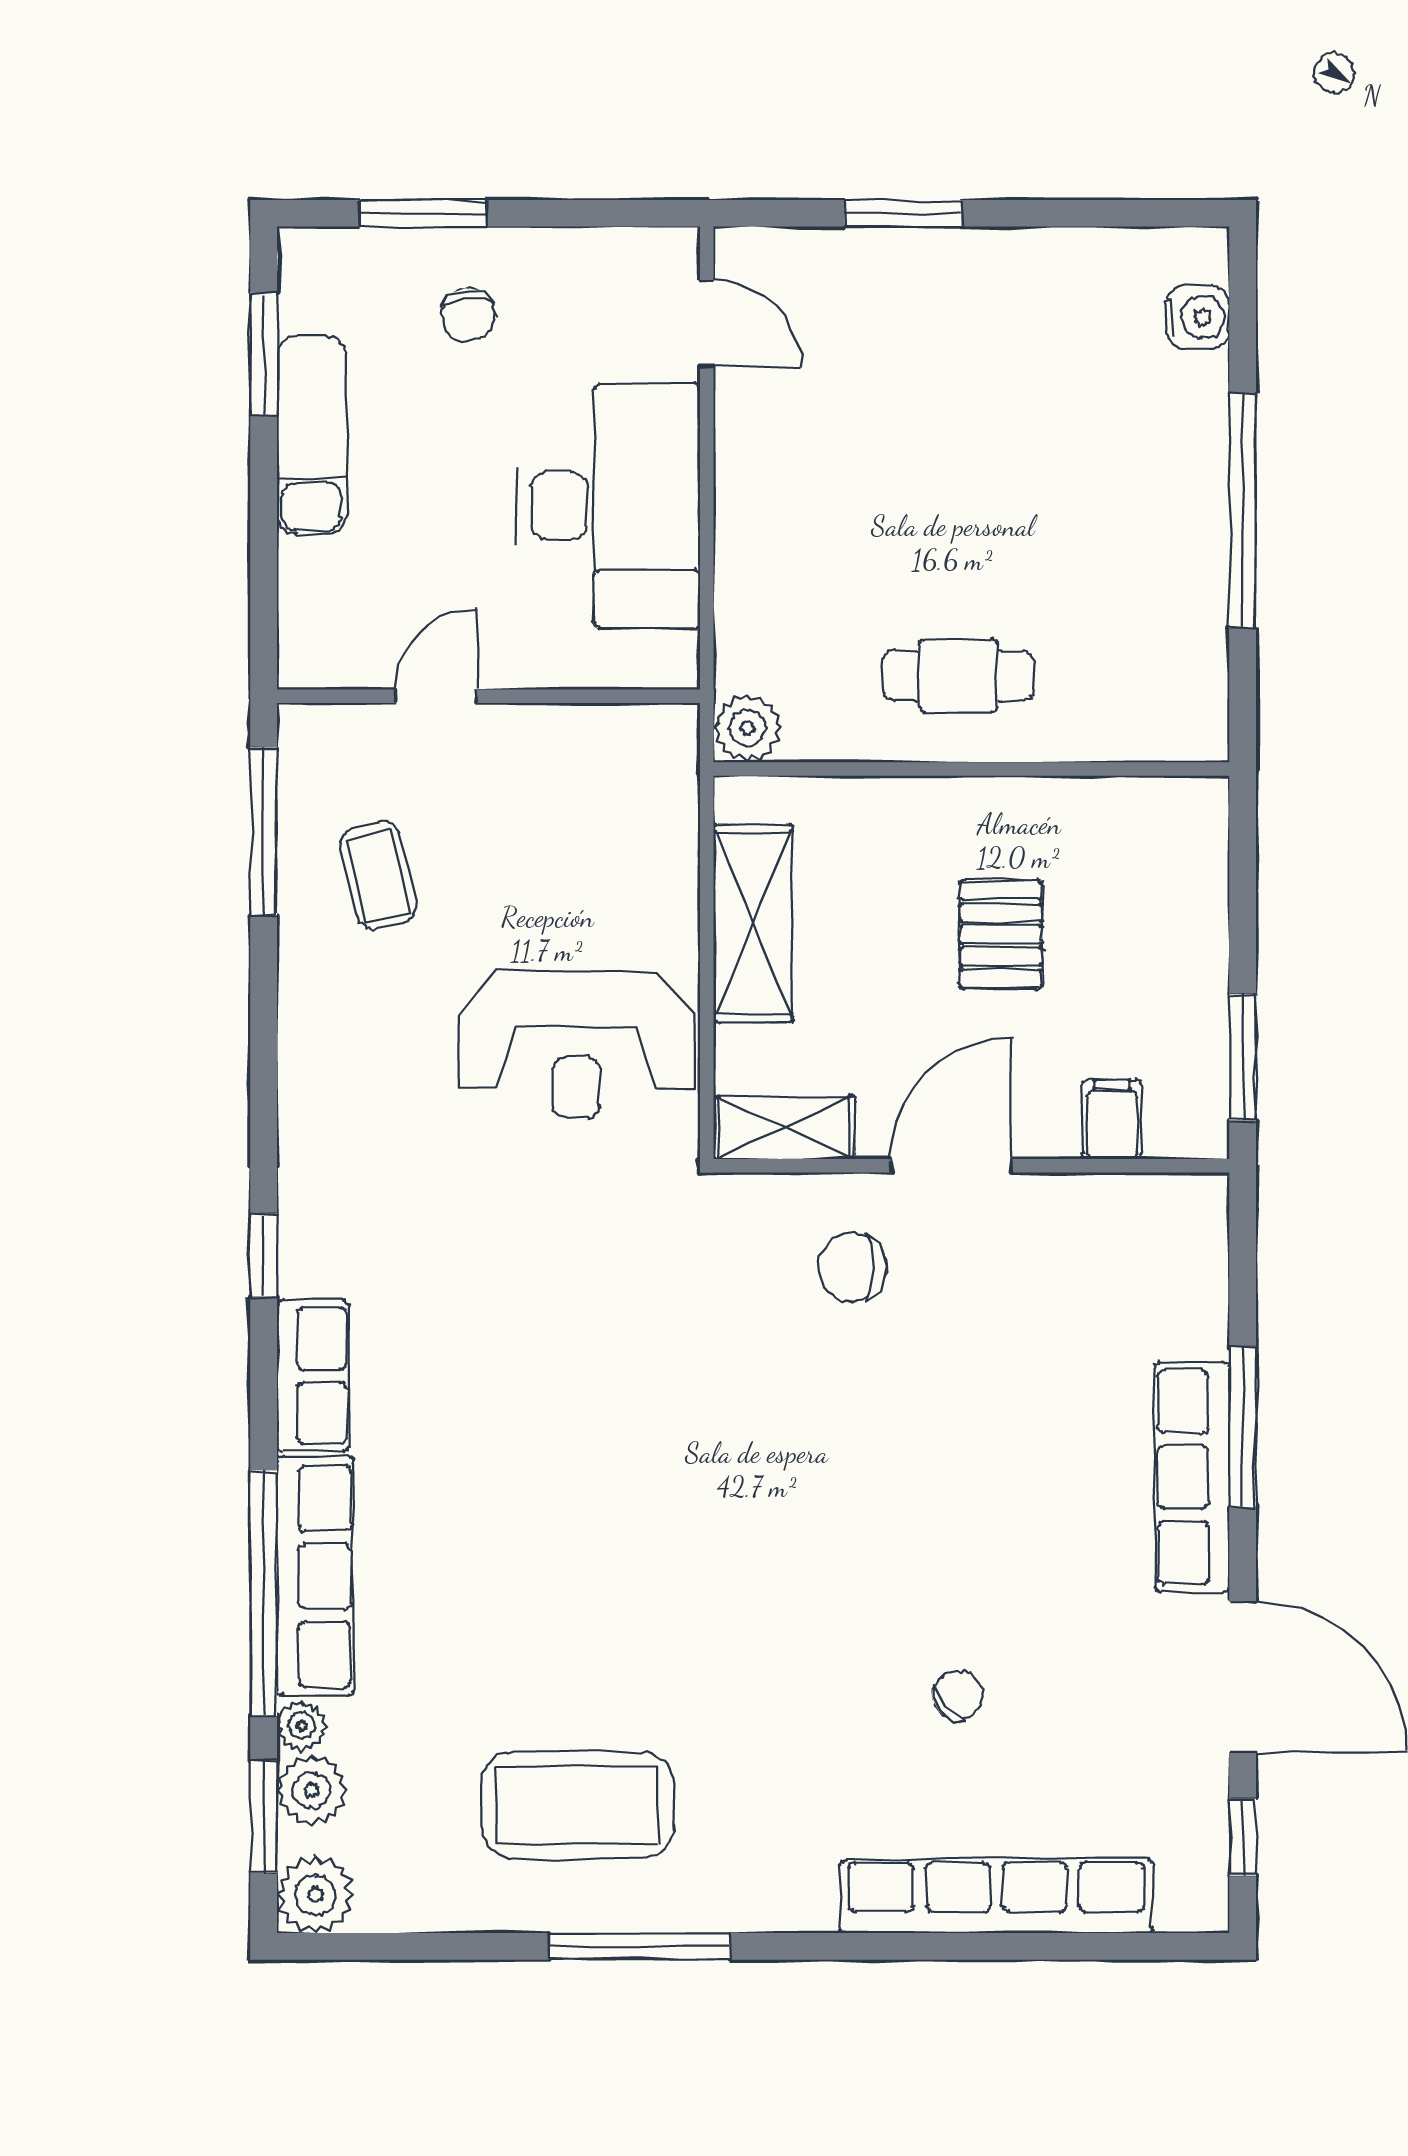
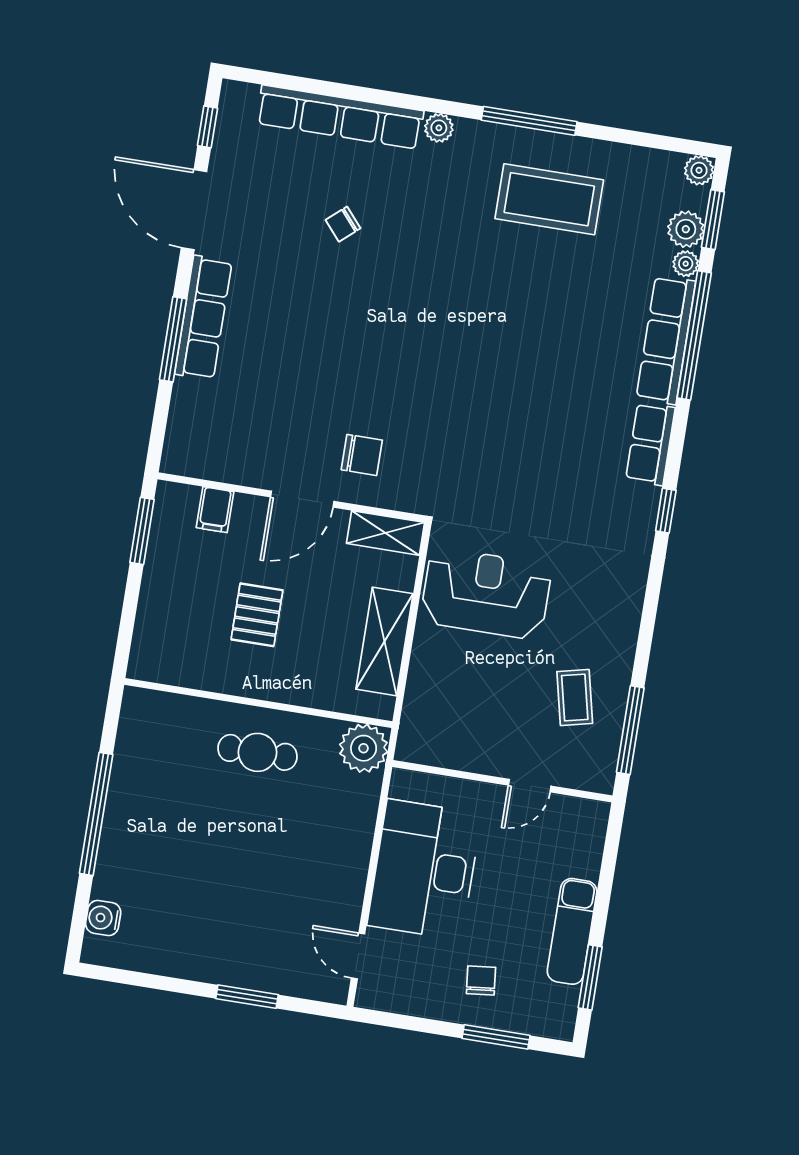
plant: (747, 728) -> (364, 748), width x1.36, depth x1.36
plant: (315, 1895) -> (699, 170), width x0.73, depth x0.73
plant: (807, 1906) -> (439, 128), added

